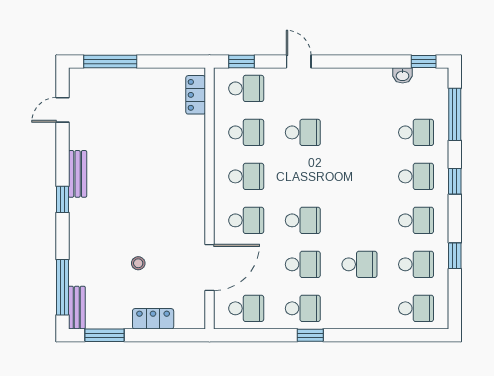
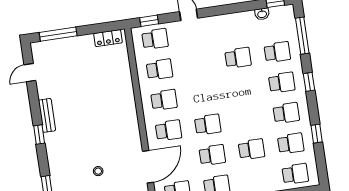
locker: (196, 95) -> (108, 38), moved, turned -90
school desk: (303, 132) -> (238, 58), moved

